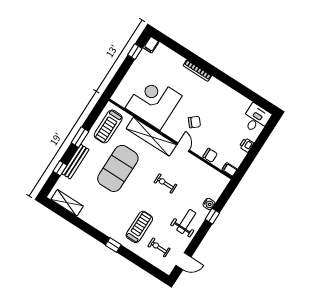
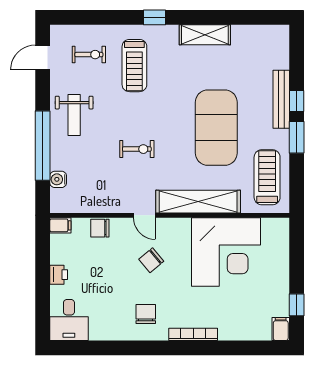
chair: (215, 96) -> (146, 314), added
window: (60, 168) -> (297, 101), moved
shelving: (67, 203) -> (205, 35), moved
water cooler: (209, 204) -> (58, 179), moved
window: (212, 216) -> (43, 146), width x3.17

